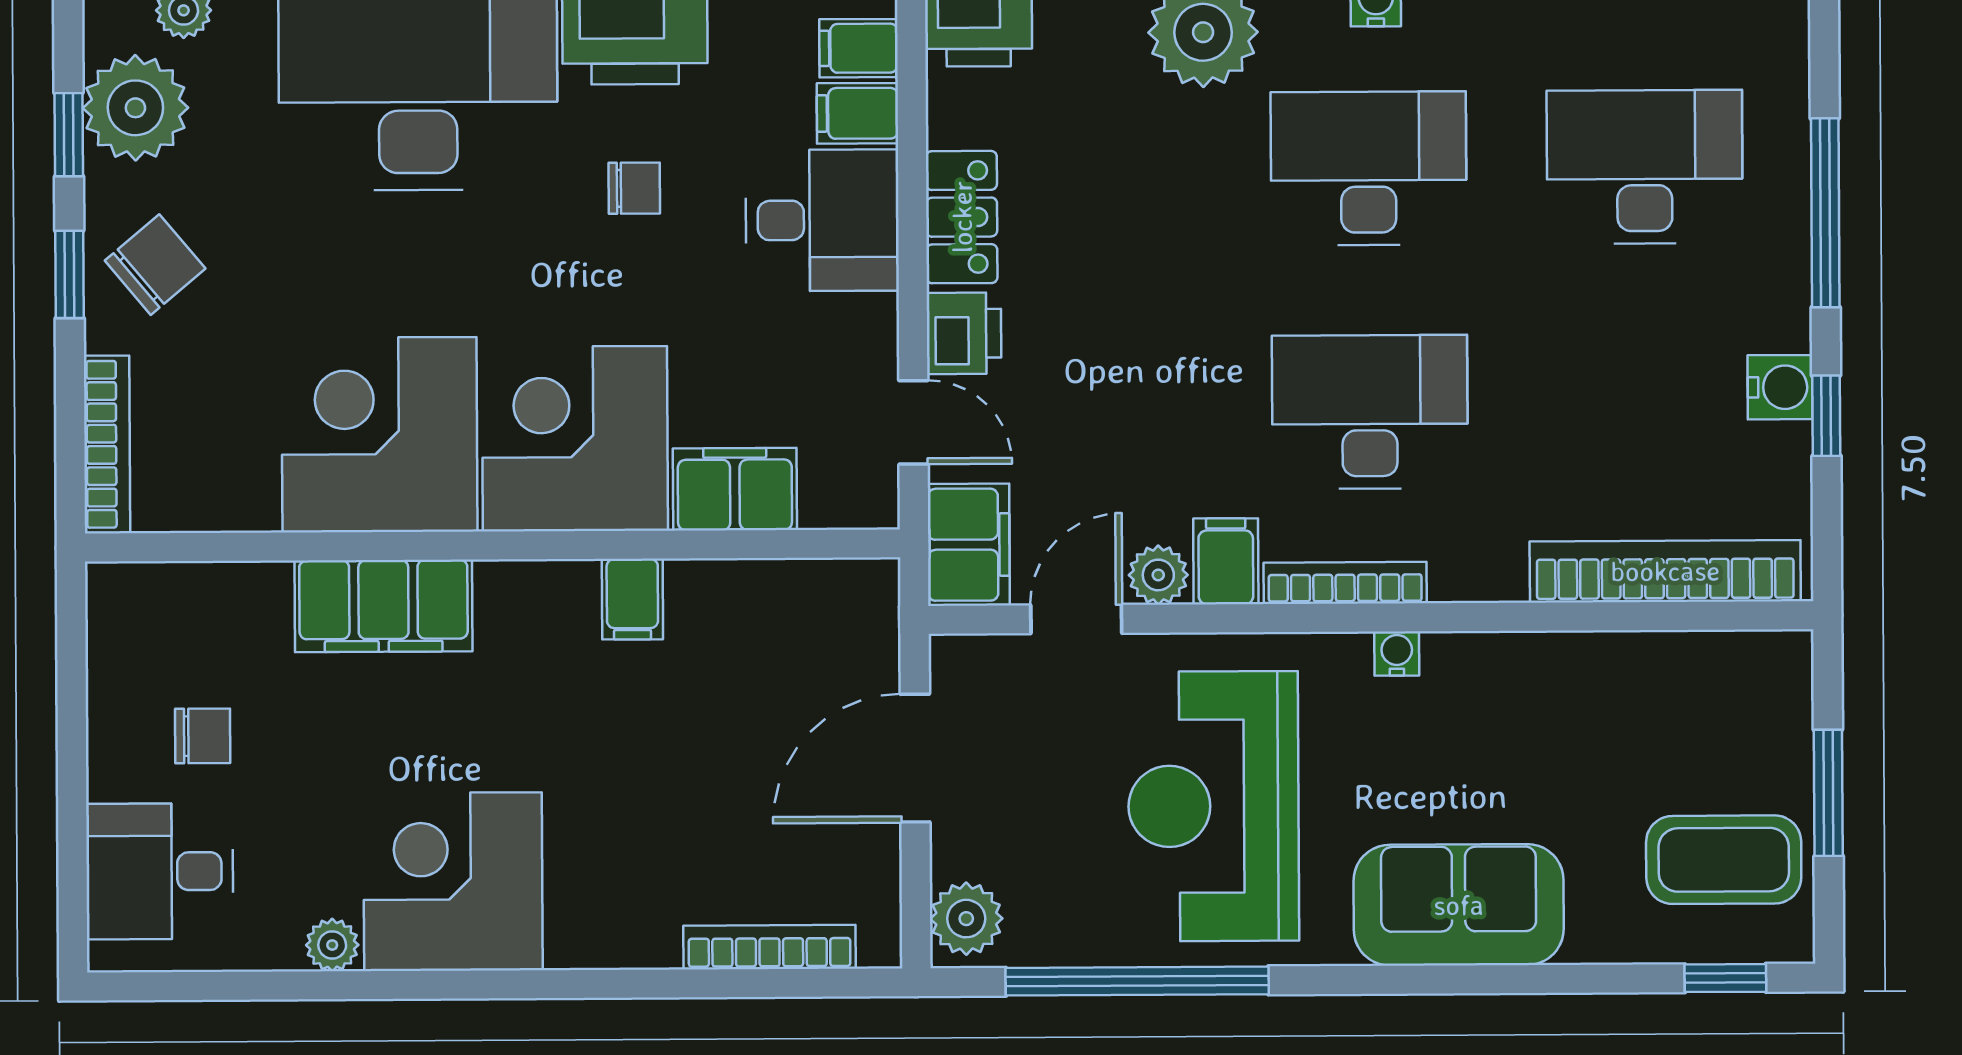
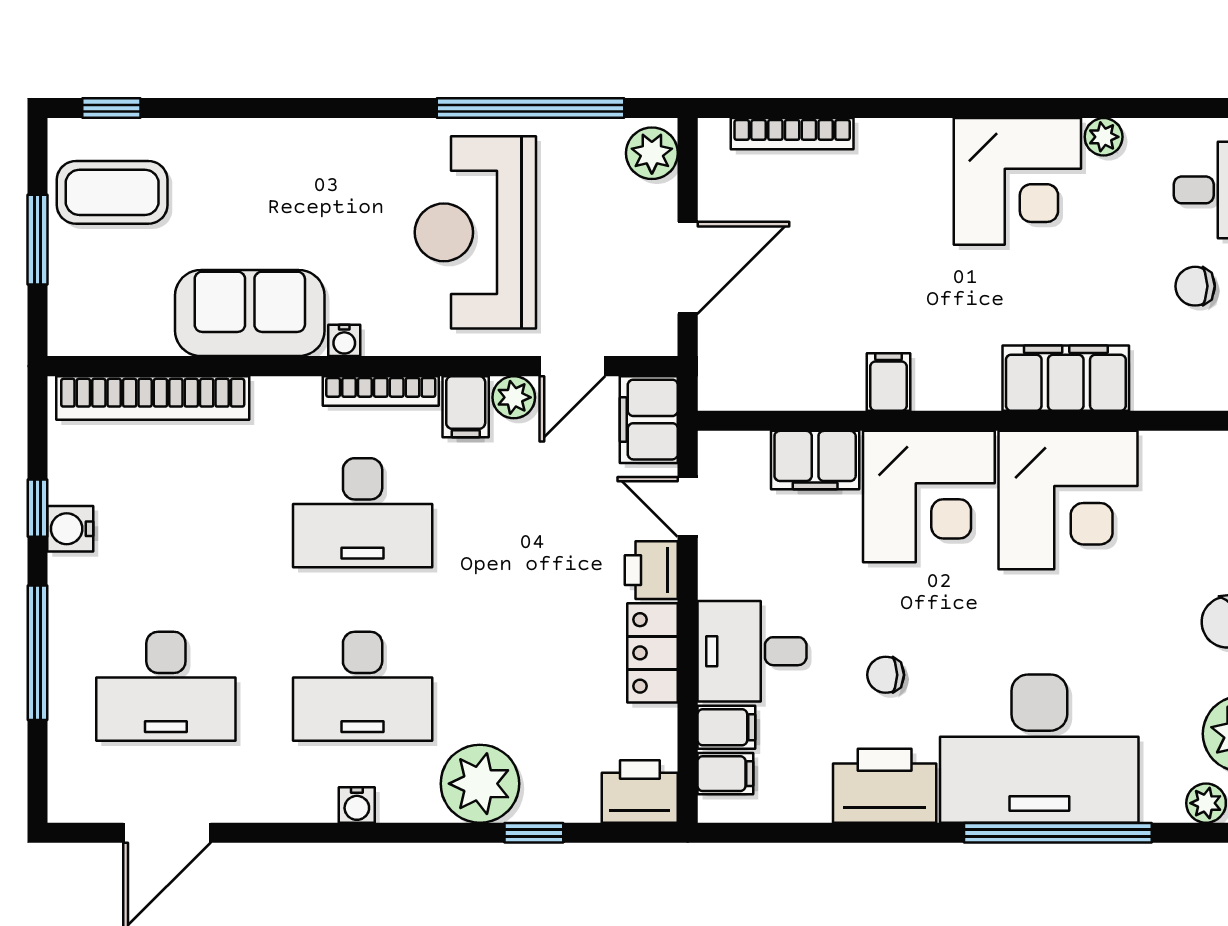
reception desk: (1214, 806) -> (475, 232), turned 180
sofa: (1459, 905) -> (250, 313), moved, turned 180

